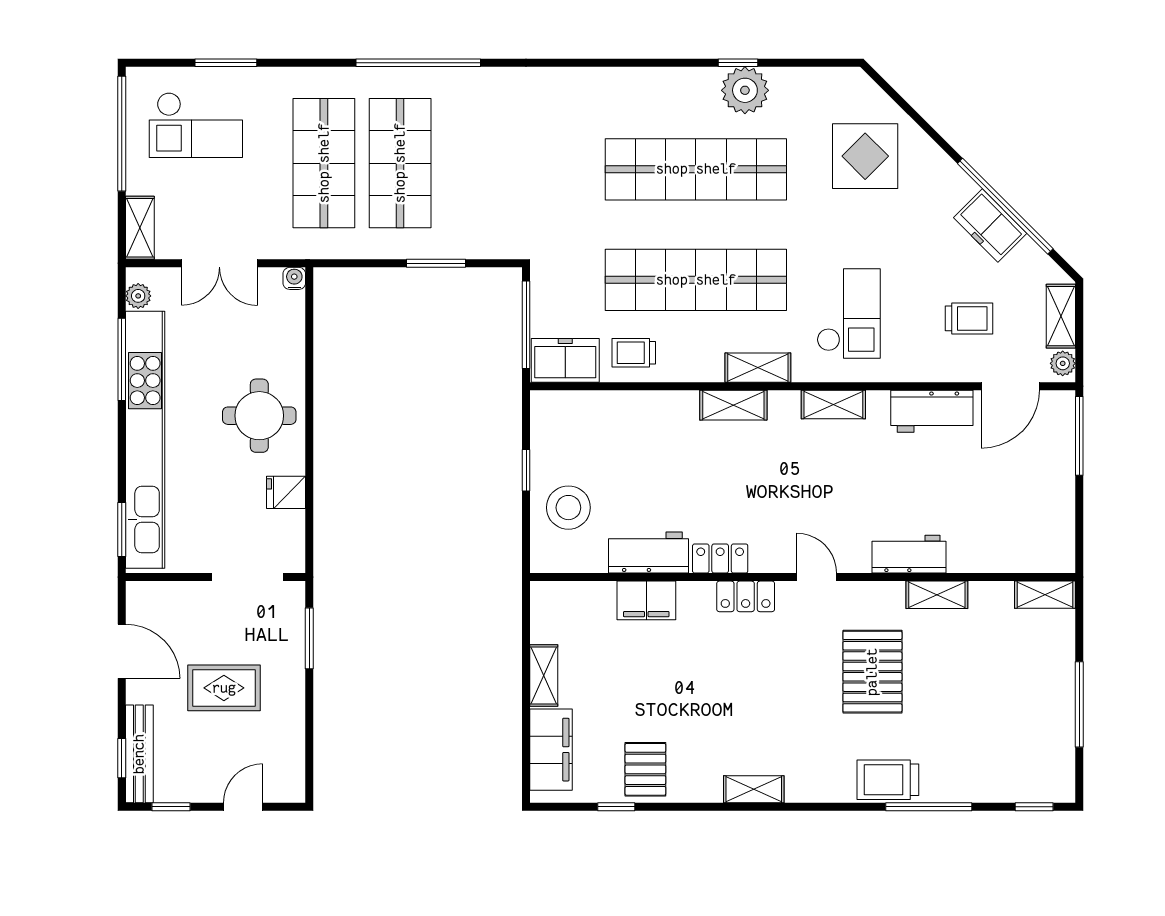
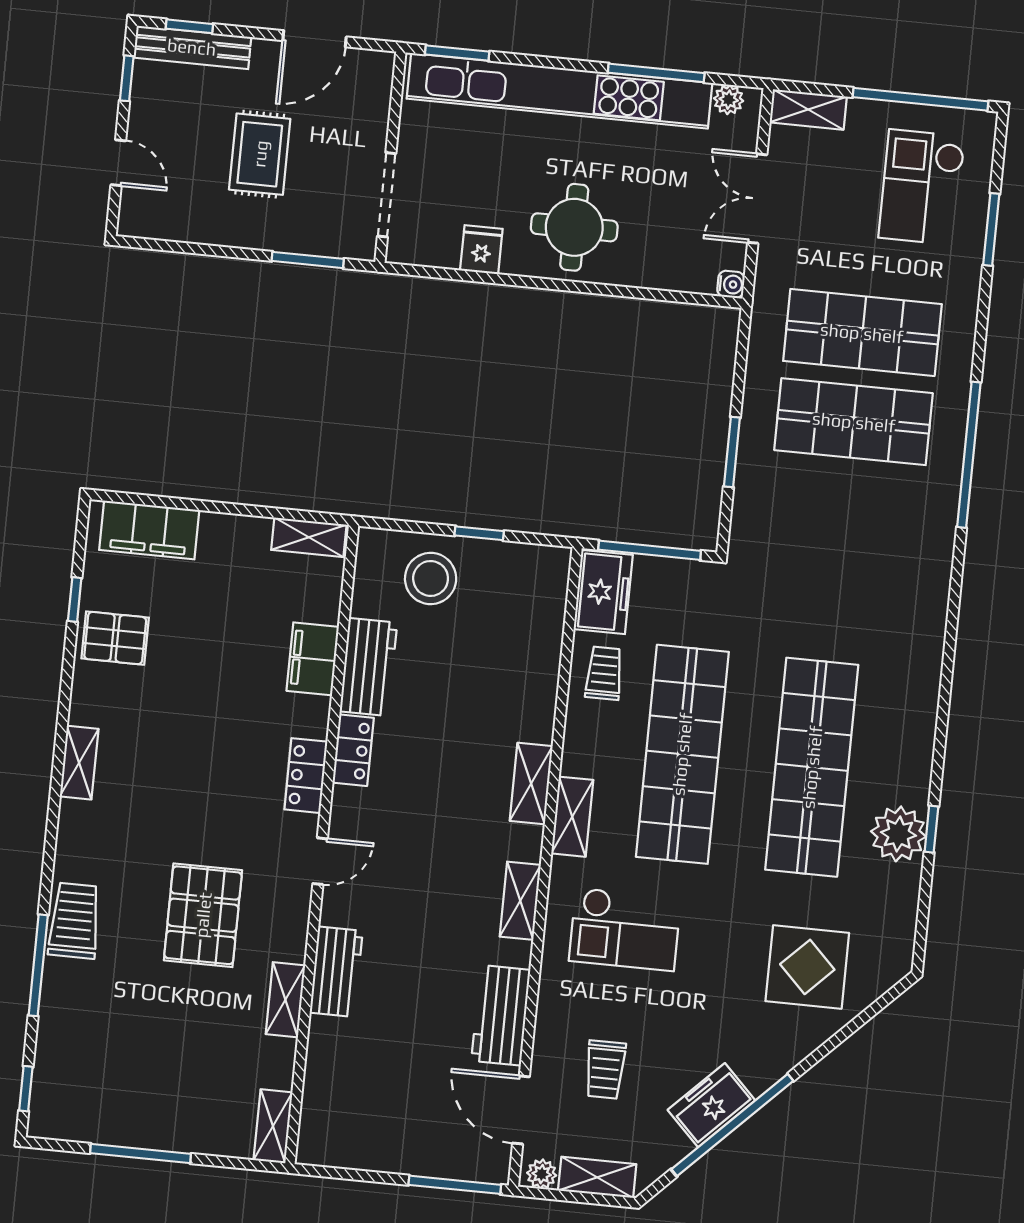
pallet: (872, 672) -> (203, 915), turned 90
shelving: (544, 675) -> (309, 537), moved

